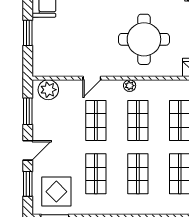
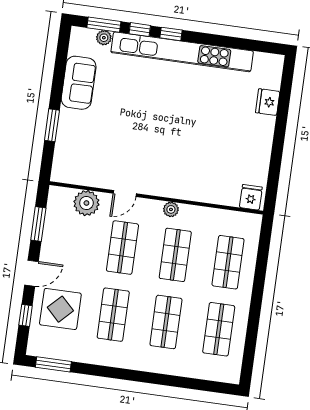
round table: (144, 39) -> (197, 154), removed
plant: (48, 90) -> (86, 203), moved
window: (28, 184) -> (26, 315), width x0.67
display table: (56, 192) -> (60, 309), moved

